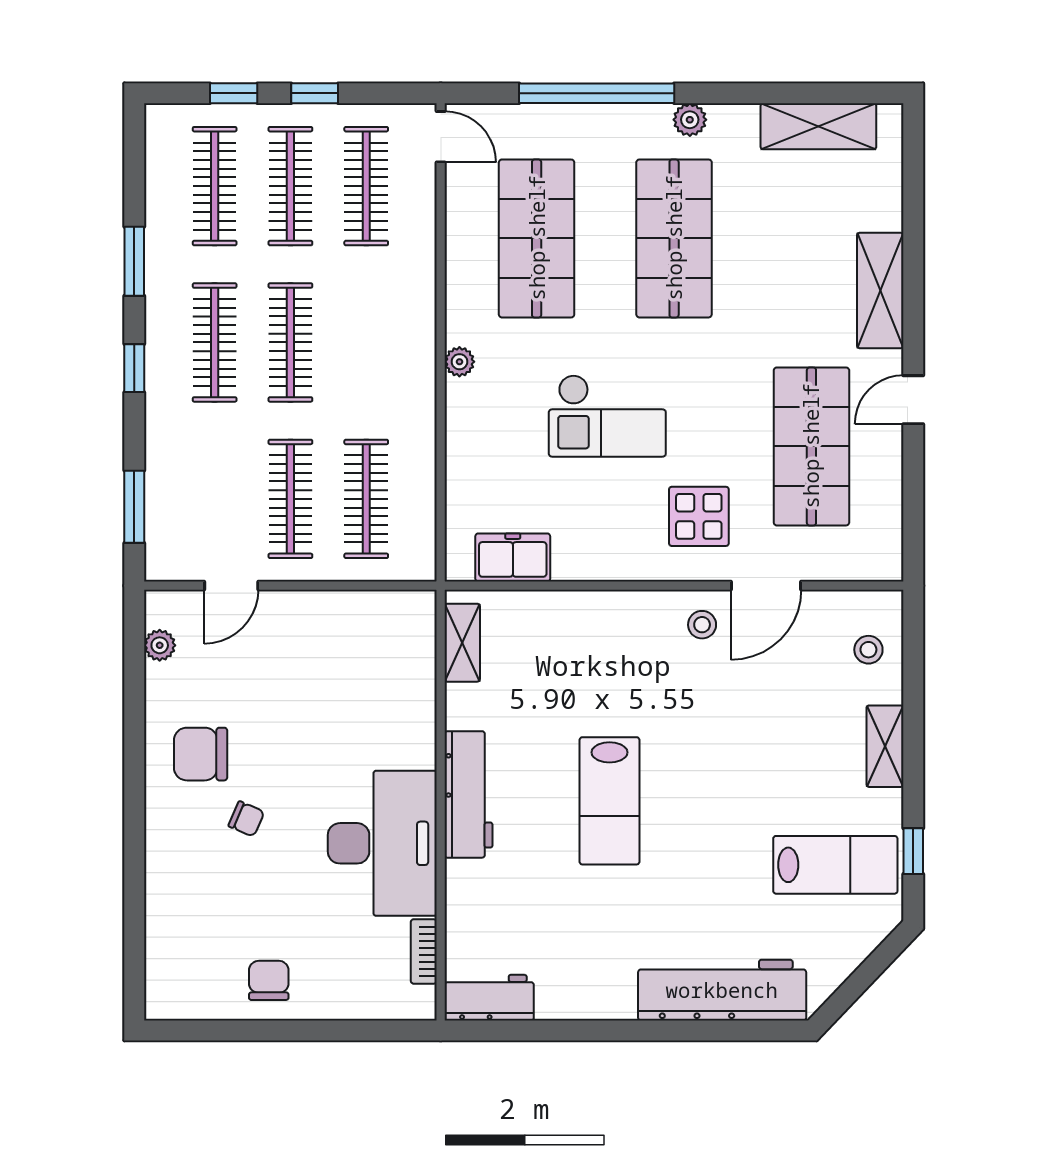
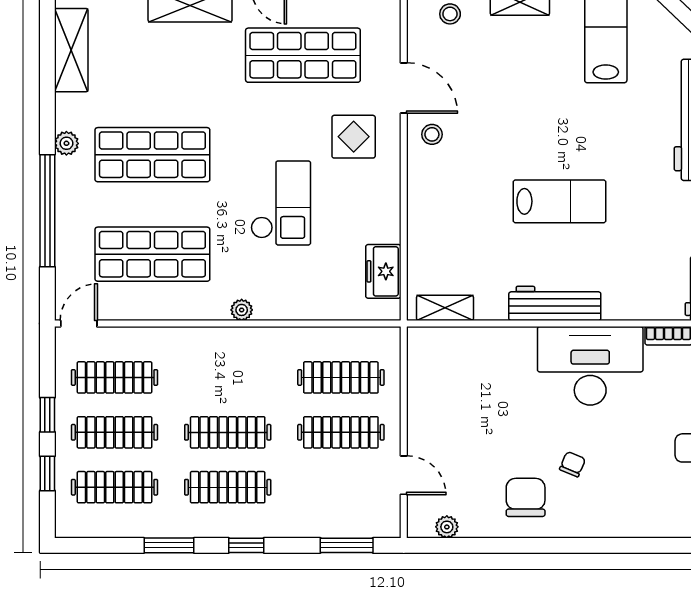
chair: (201, 754) -> (526, 497), turned 180

